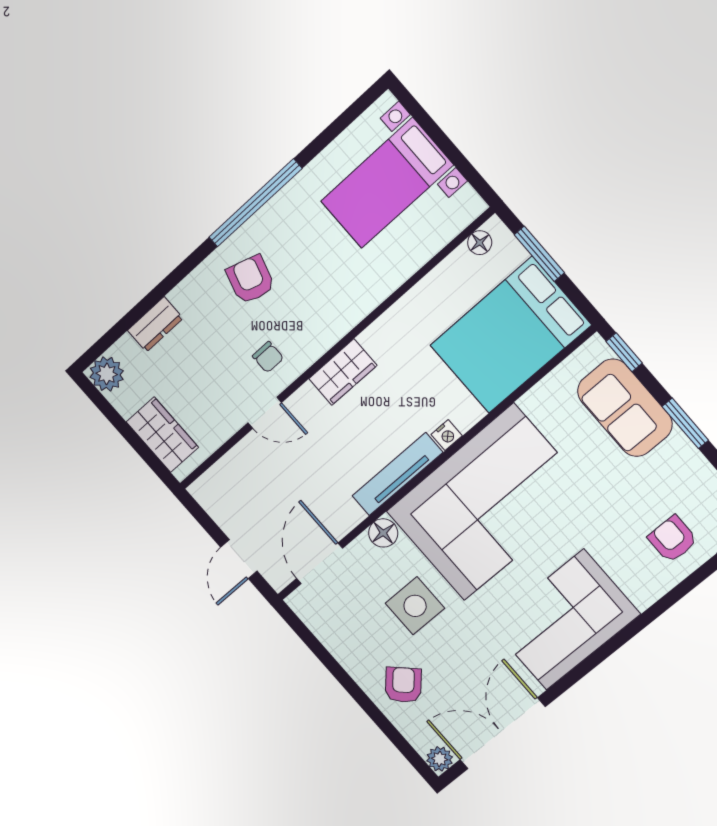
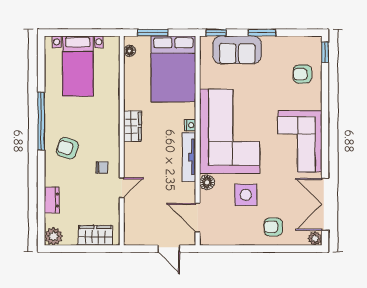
wardrobe: (343, 372) -> (132, 126), moved
armchair: (403, 685) -> (273, 227), turned -43

